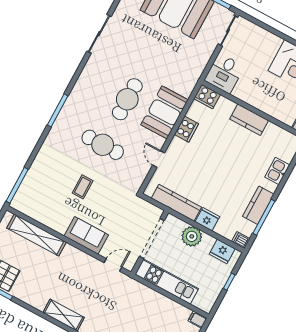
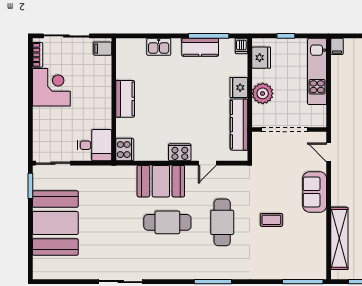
cooker: (186, 129) -> (180, 152), moved
kitchen unit: (167, 282) -> (317, 71), moved

